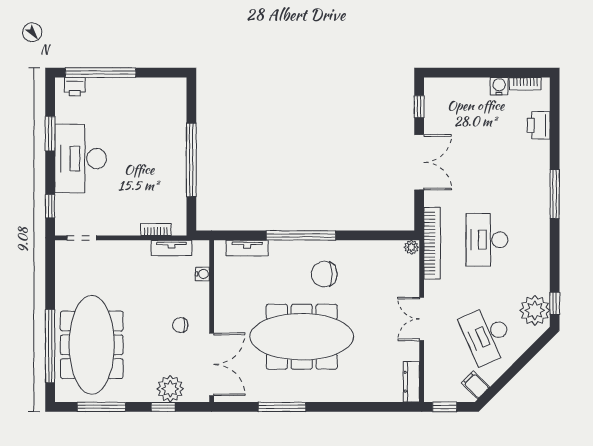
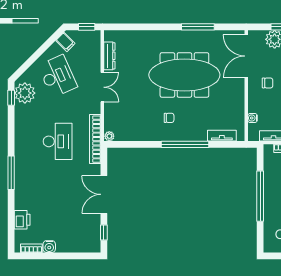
chair: (324, 274) -> (169, 118), width x0.54, depth x0.54
dresser: (411, 382) -> (109, 56), moved

